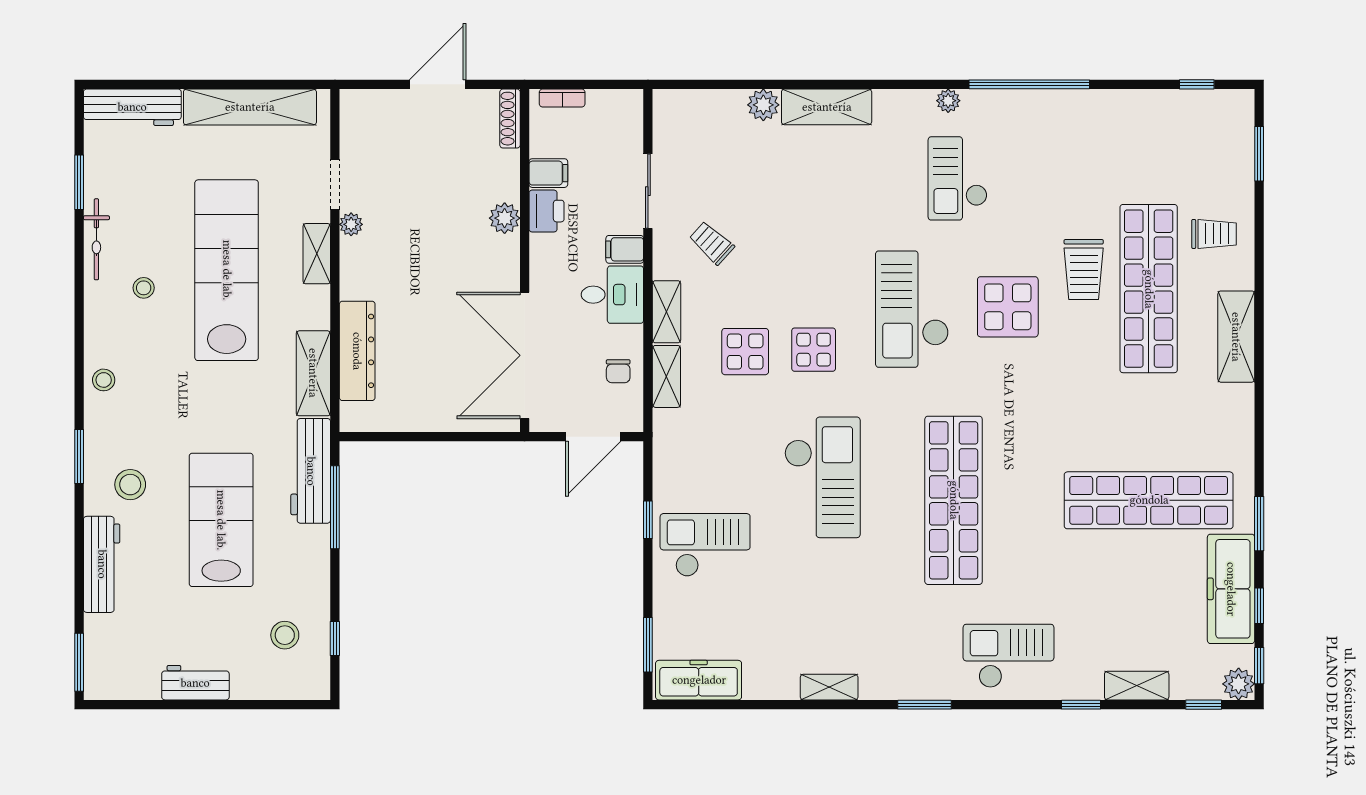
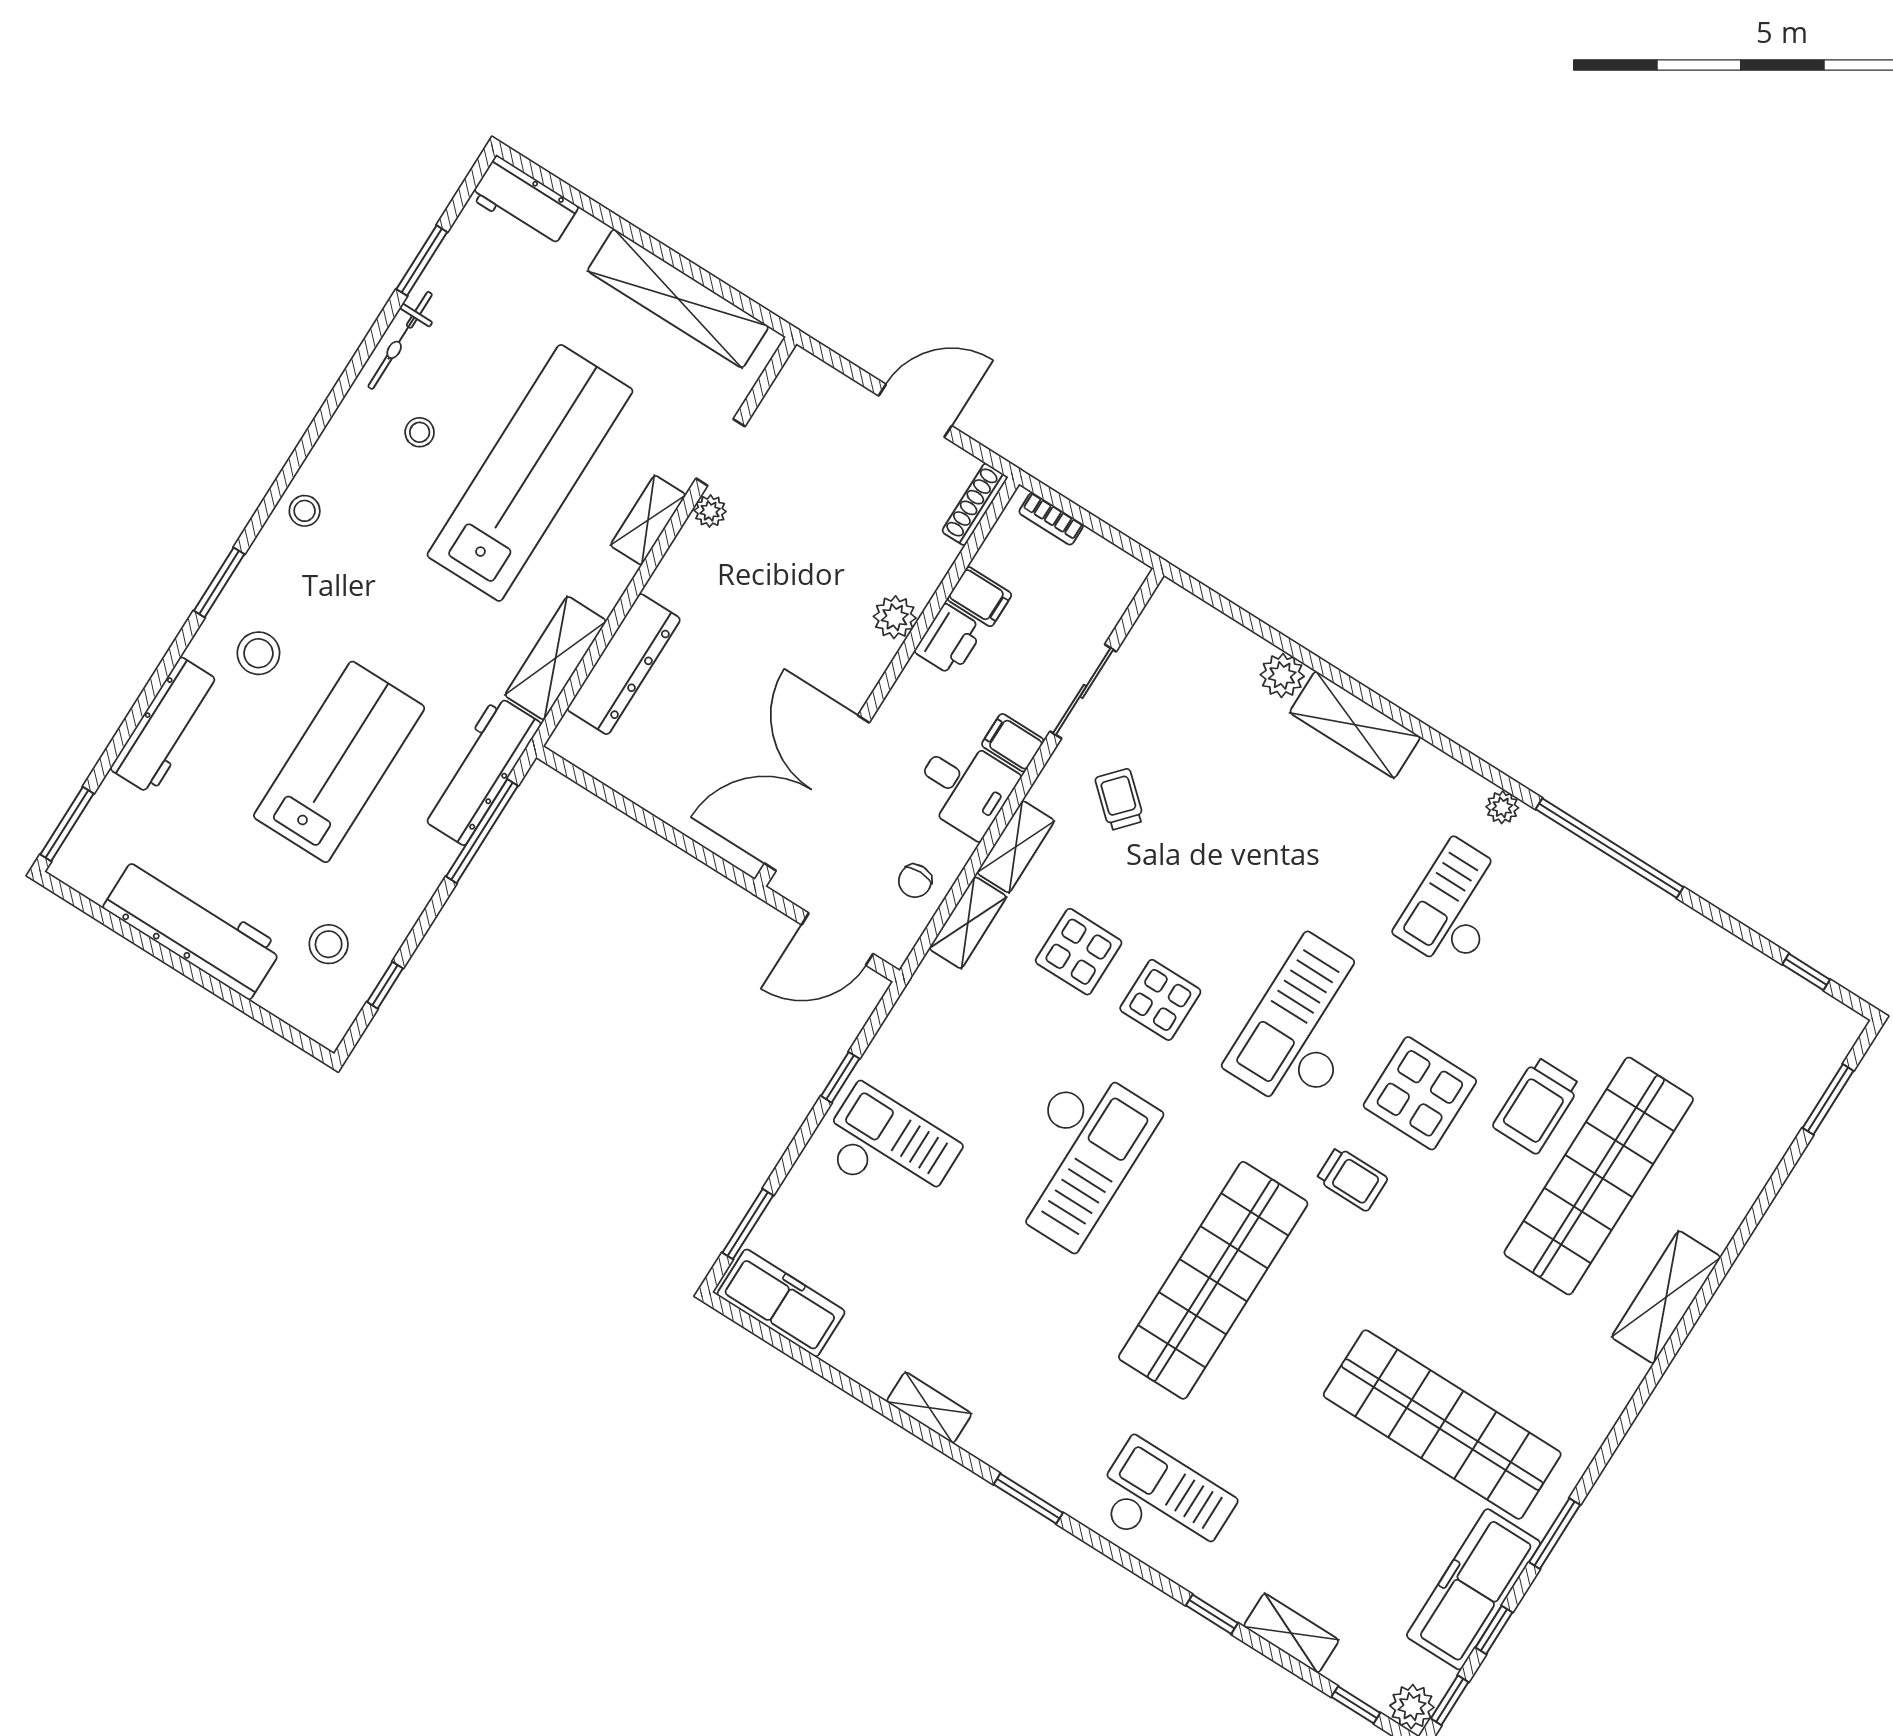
workbench: (132, 107) -> (524, 202), width x0.73
trolley: (1214, 234) -> (1352, 1179), moved
workbench: (195, 683) -> (193, 927), width x1.88, depth x1.32

